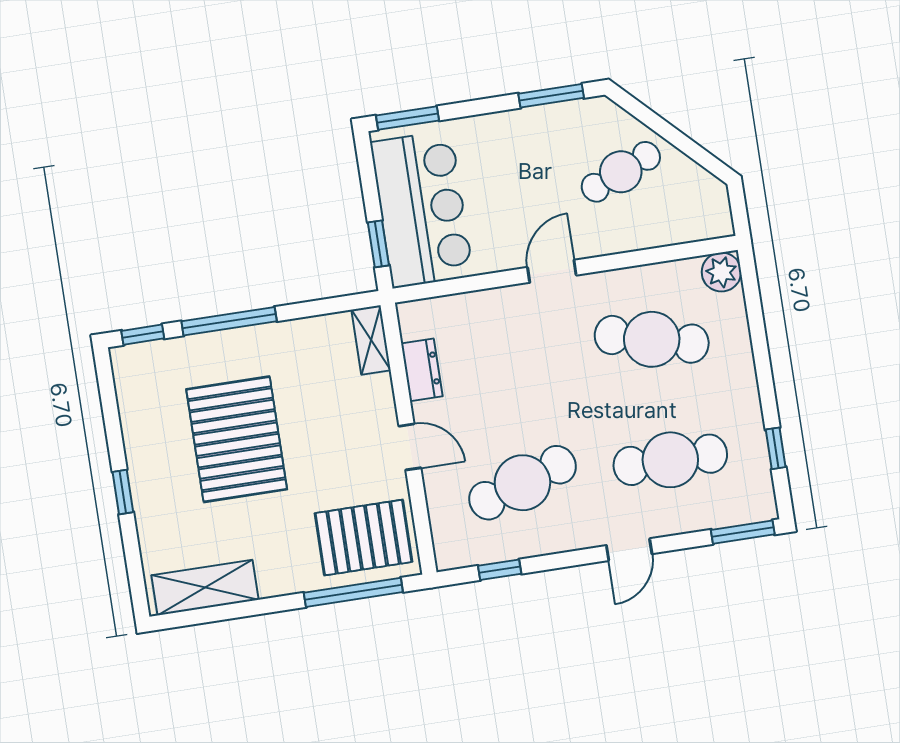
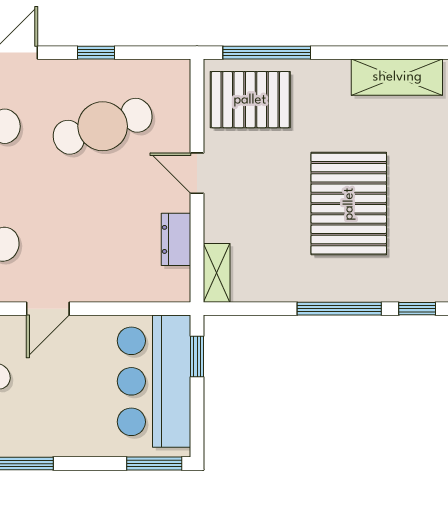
window: (500, 570) -> (96, 53), moved

